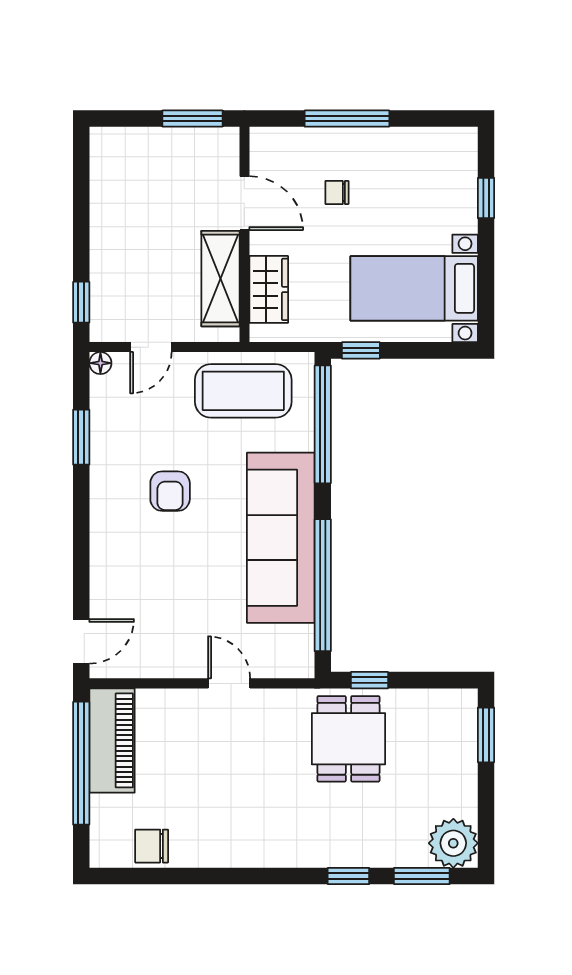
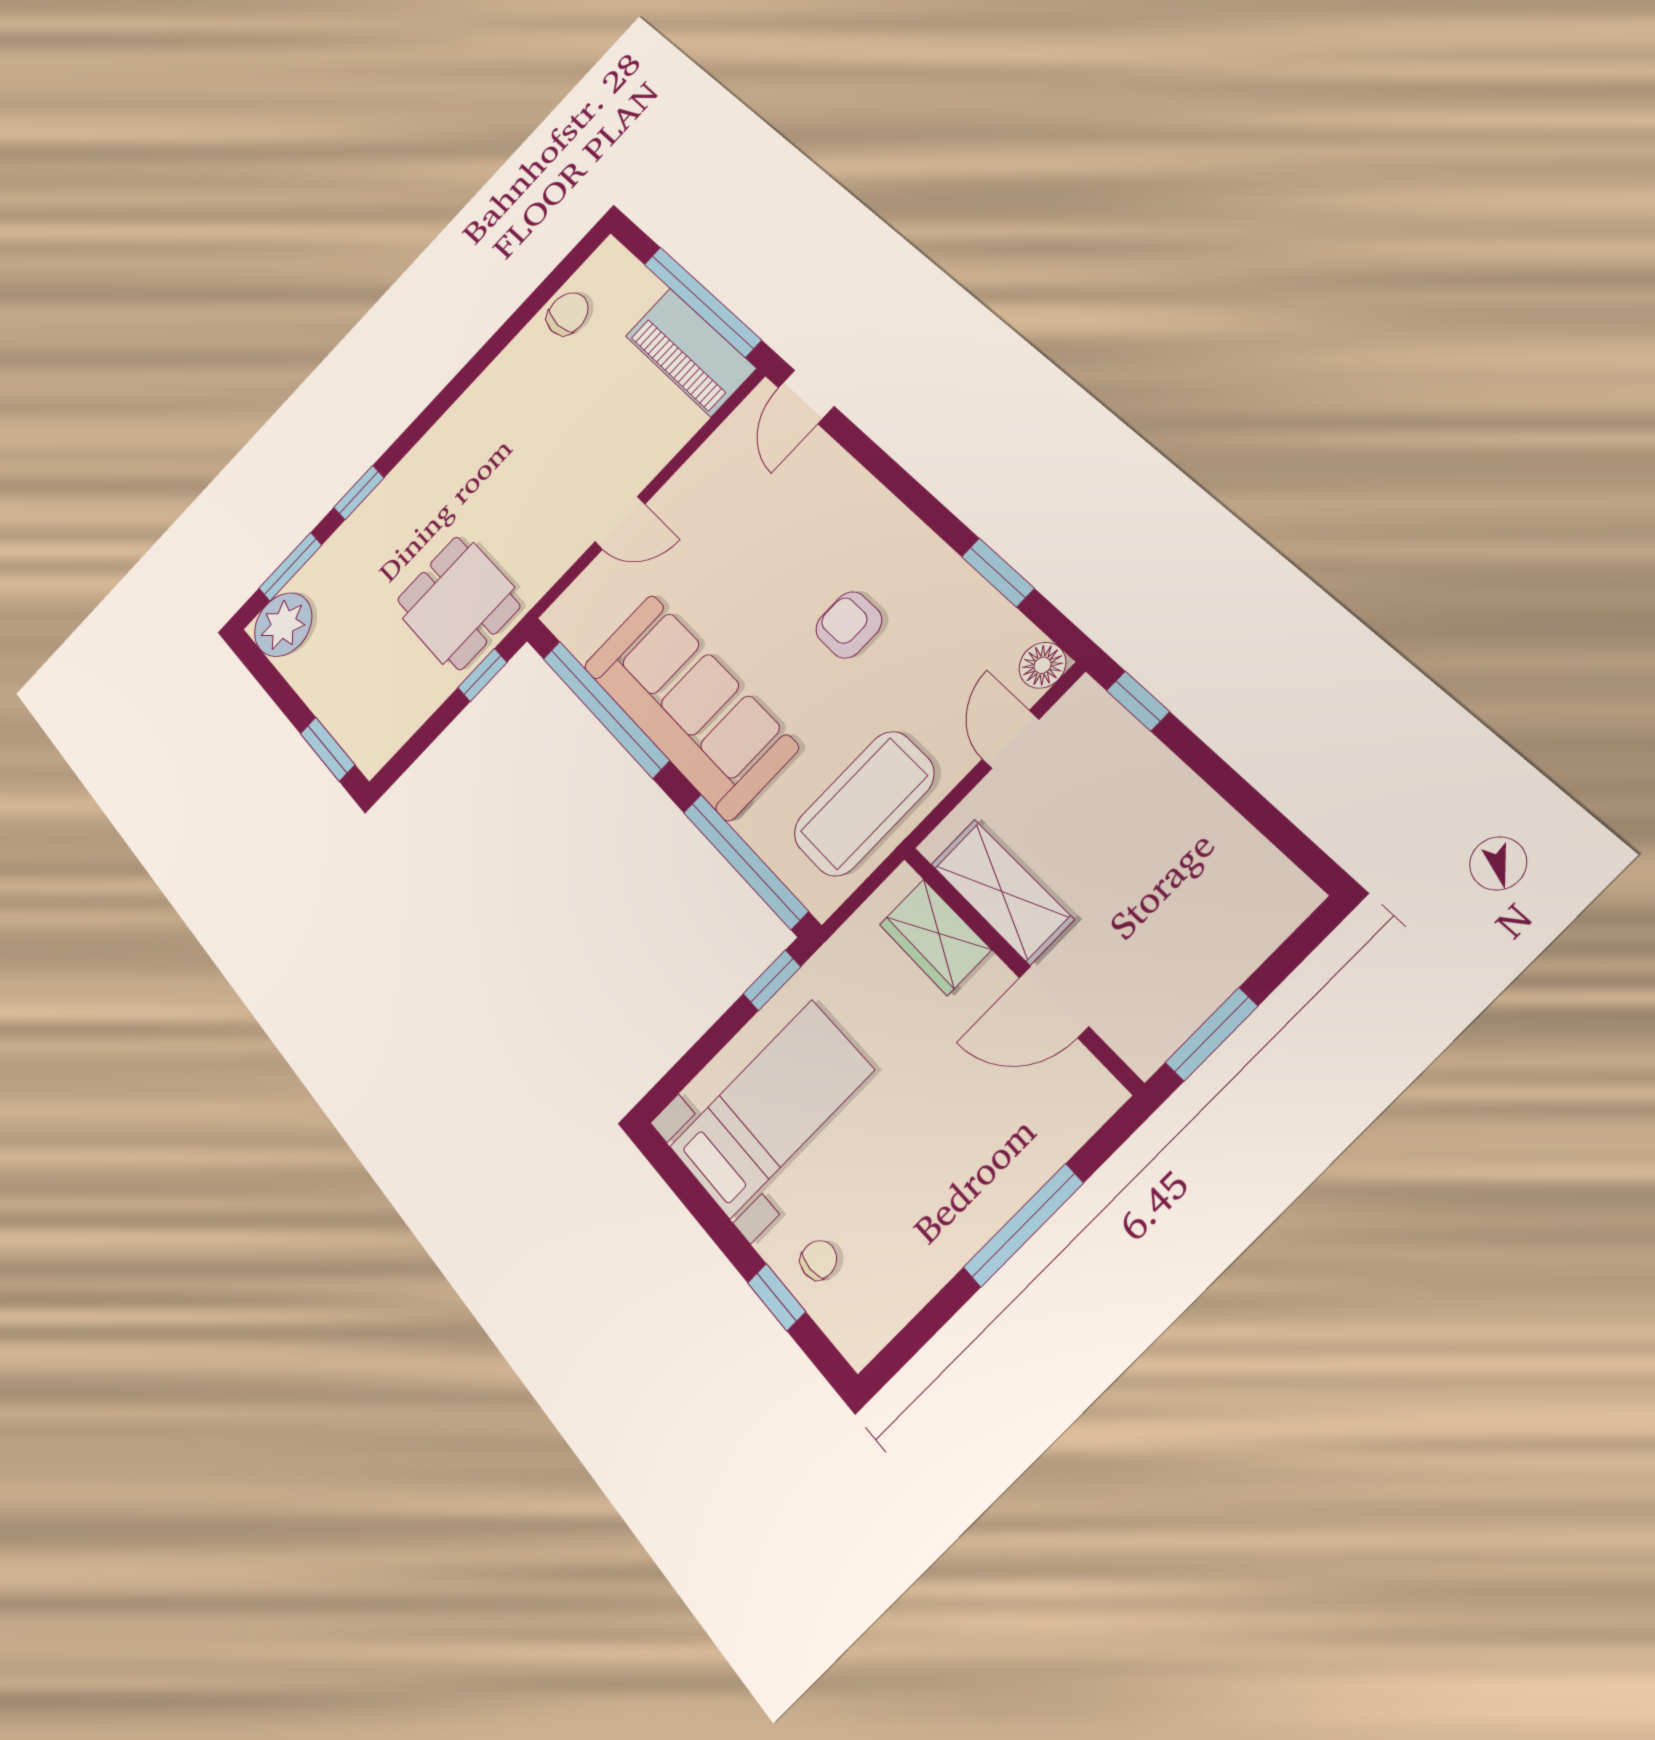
chair: (337, 193) -> (819, 1260), moved
floor lamp: (100, 363) -> (1042, 665), width x1.37, depth x1.37

